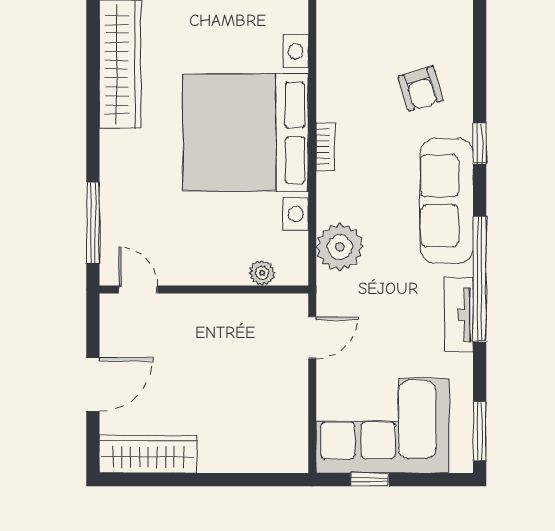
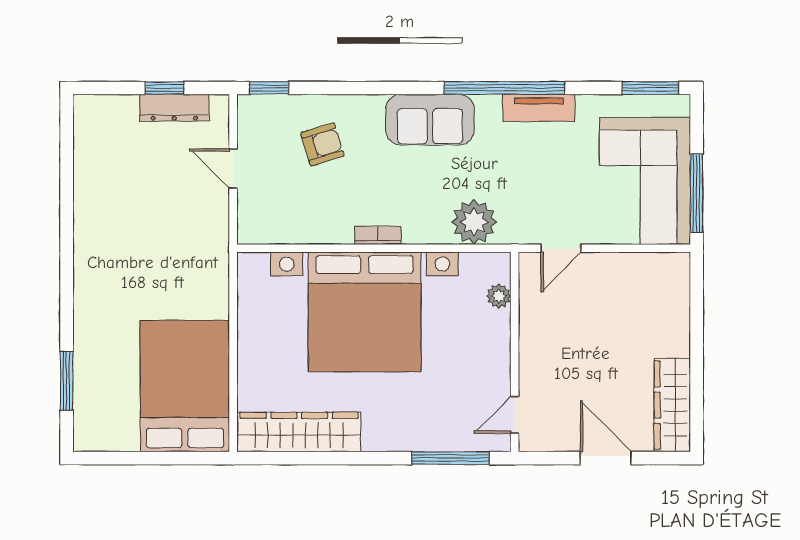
window: (480, 144) -> (269, 88), moved
sofa: (447, 201) -> (430, 120), width x0.73
door: (312, 338) -> (561, 248), swing flipped
window: (370, 480) -> (697, 193), width x2.17

